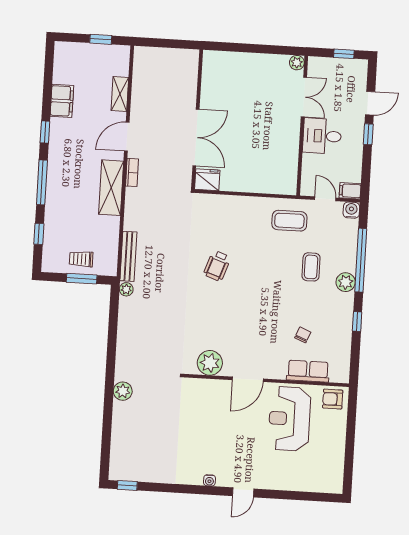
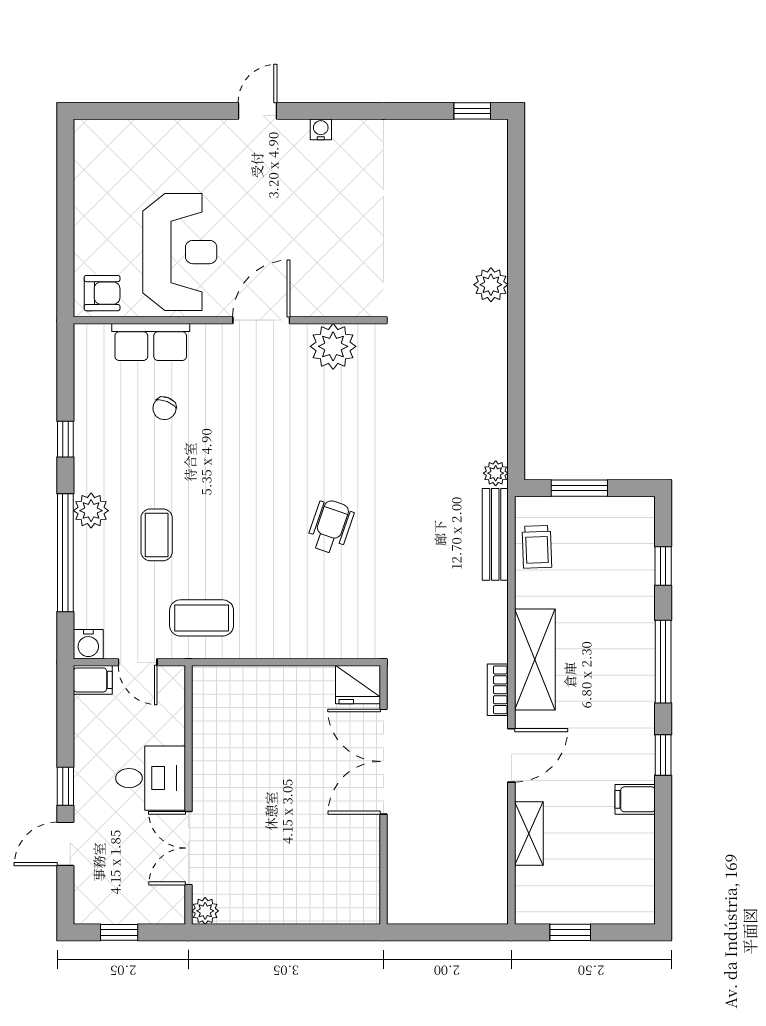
filing cabinet: (62, 101) -> (635, 799), width x0.50
trolley: (81, 259) -> (537, 547), moved, turned 88

